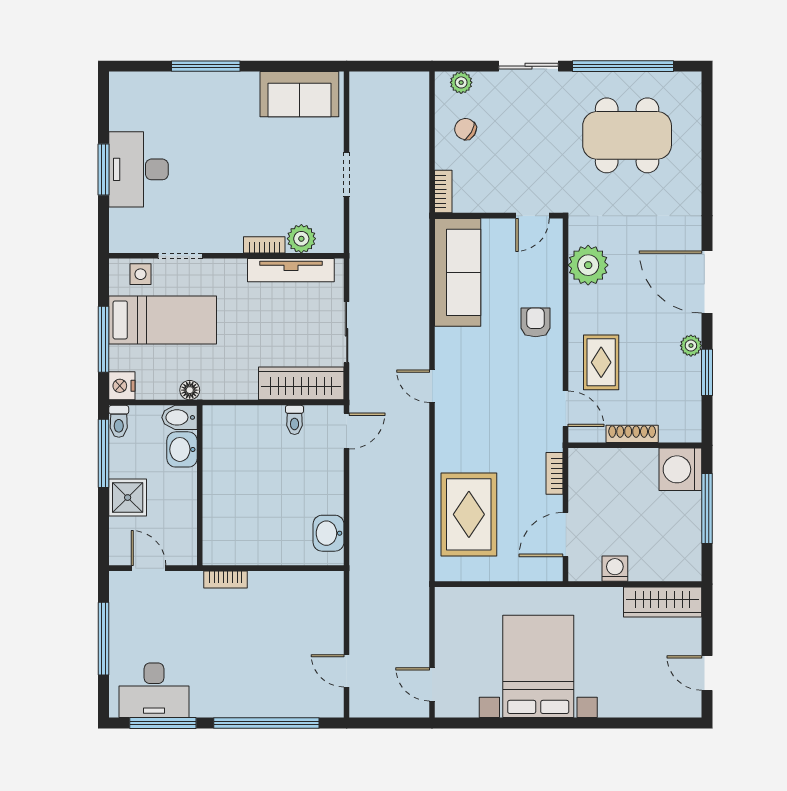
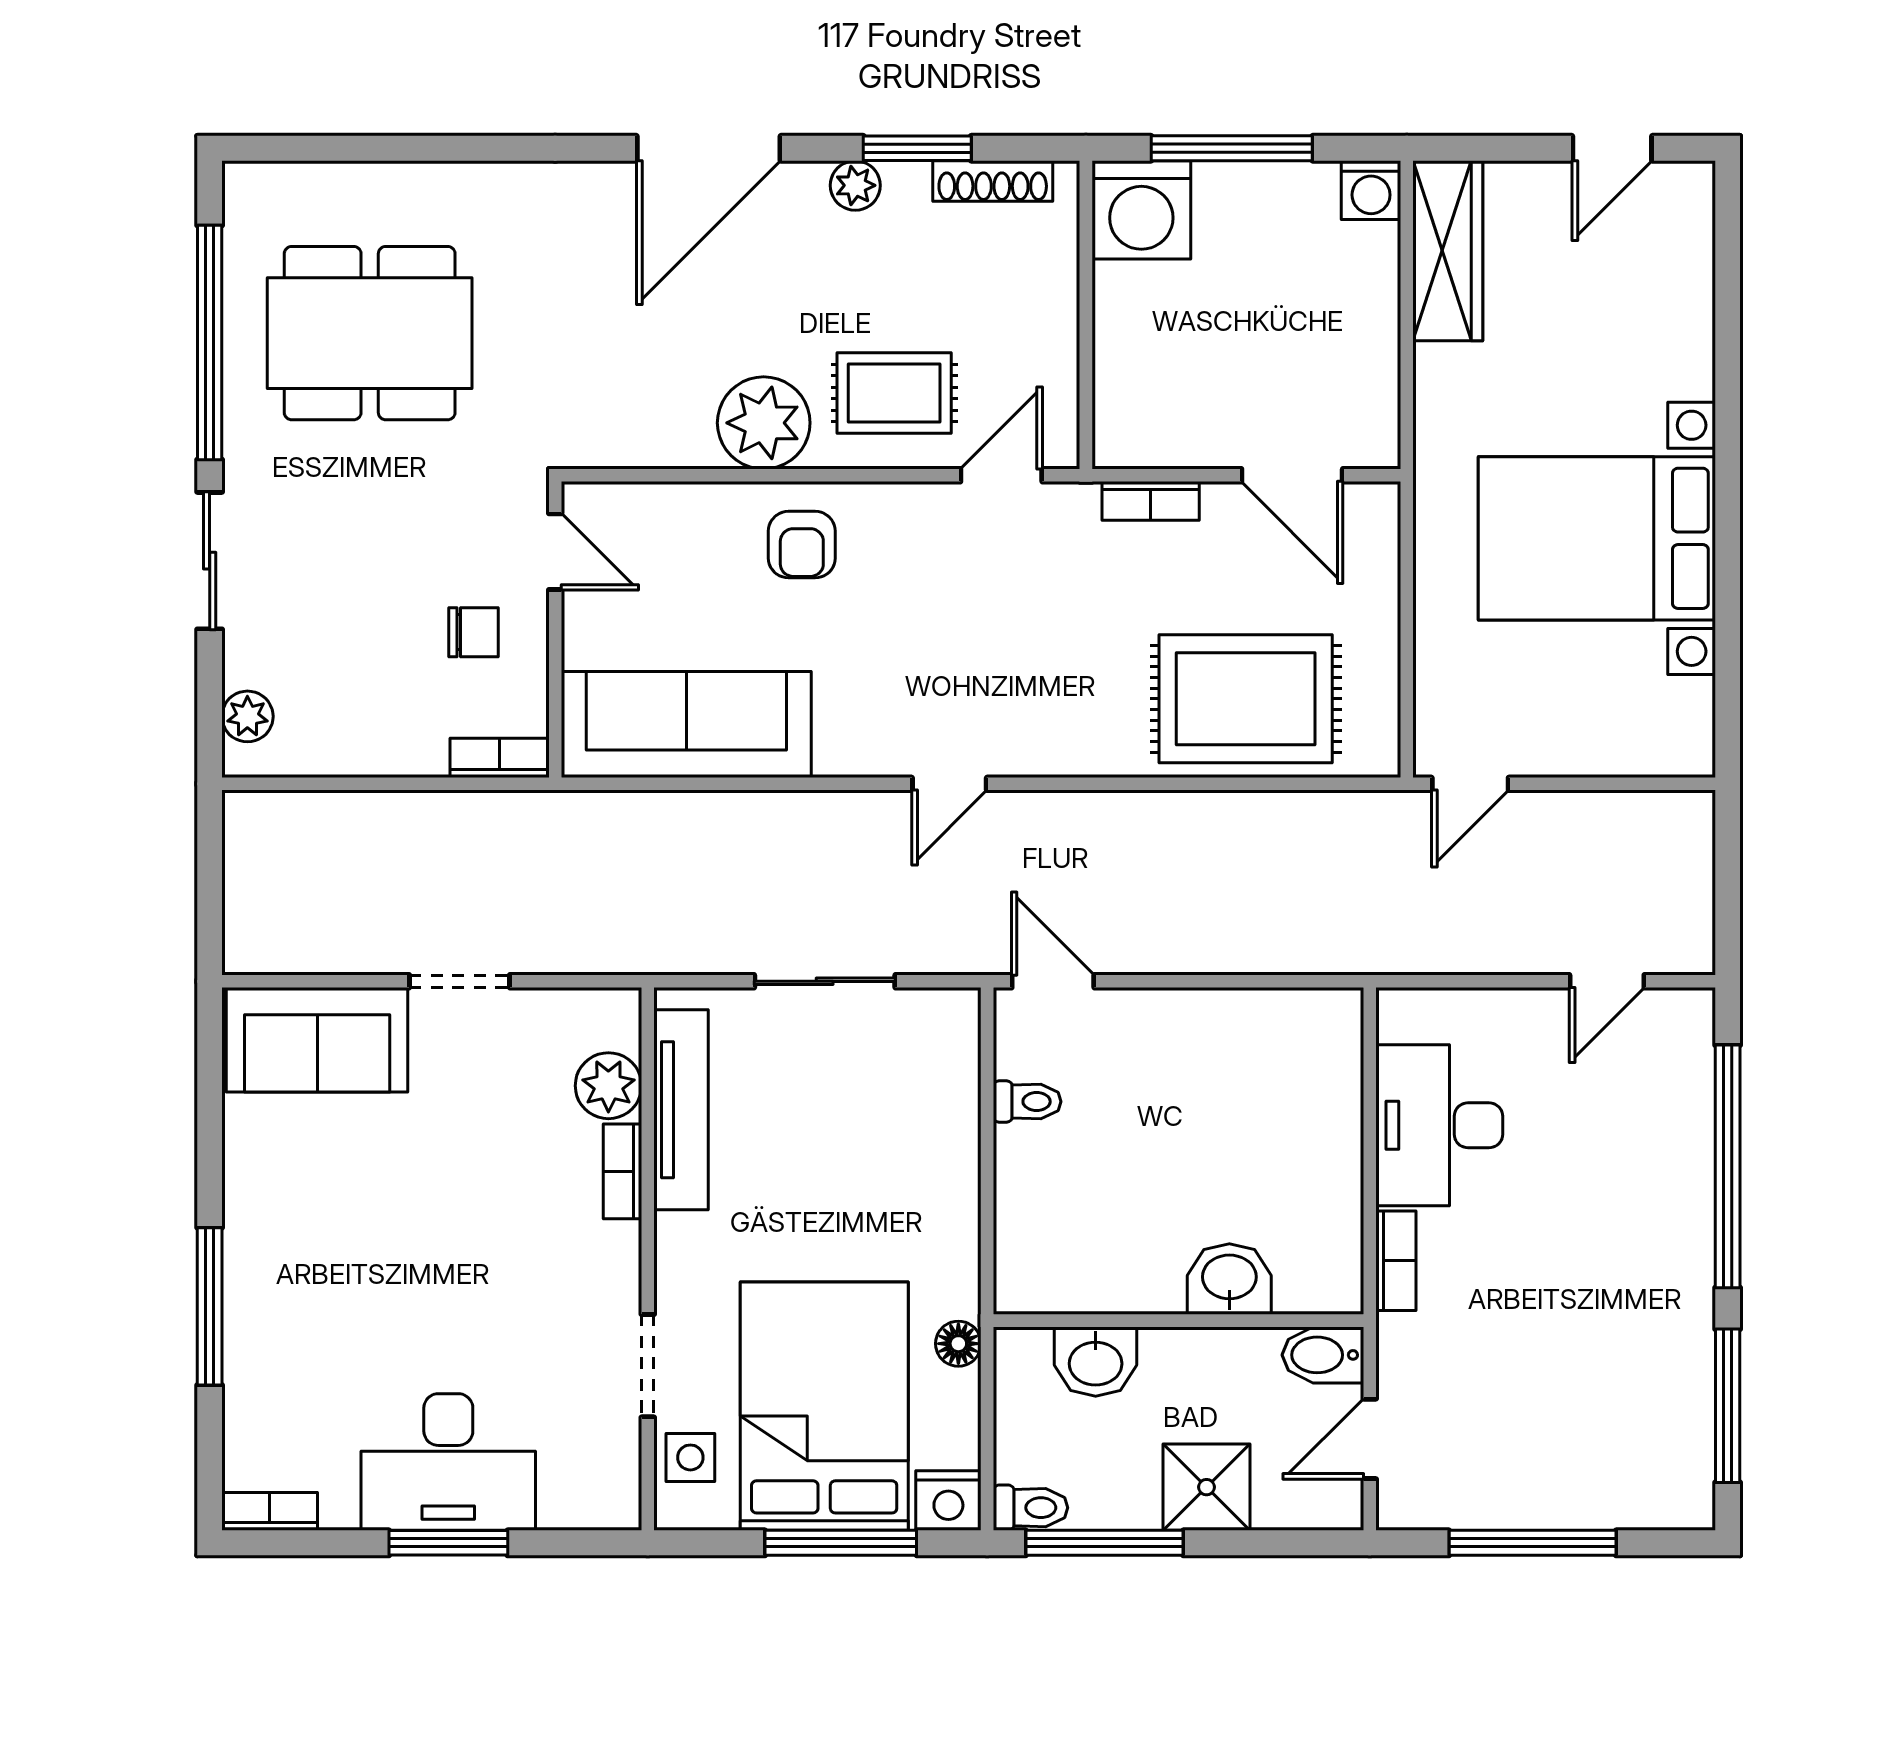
bookcase: (117, 92) -> (270, 1511), added
sofa: (299, 94) -> (317, 1040), moved, turned 90
chair: (466, 129) -> (473, 632), moved, turned -120
dining table: (627, 135) -> (370, 333), turned 90
plant: (588, 265) -> (764, 423), moved
bed: (163, 320) -> (824, 1406), width x1.50
armchair: (536, 322) -> (802, 545), turned -90
wardrobe: (301, 383) -> (943, 1086), removed
bidet: (179, 417) -> (1323, 1355), moved, turned 90
shoe rack: (632, 434) -> (993, 181), moved, turned -90
washbasin: (329, 533) -> (1229, 1279), moved, turned 180
washing machine: (615, 569) -> (1371, 190), moved, turned -90
door: (432, 684) -> (1470, 784), moved
desk: (154, 690) -> (1439, 1125), moved, turned 180

